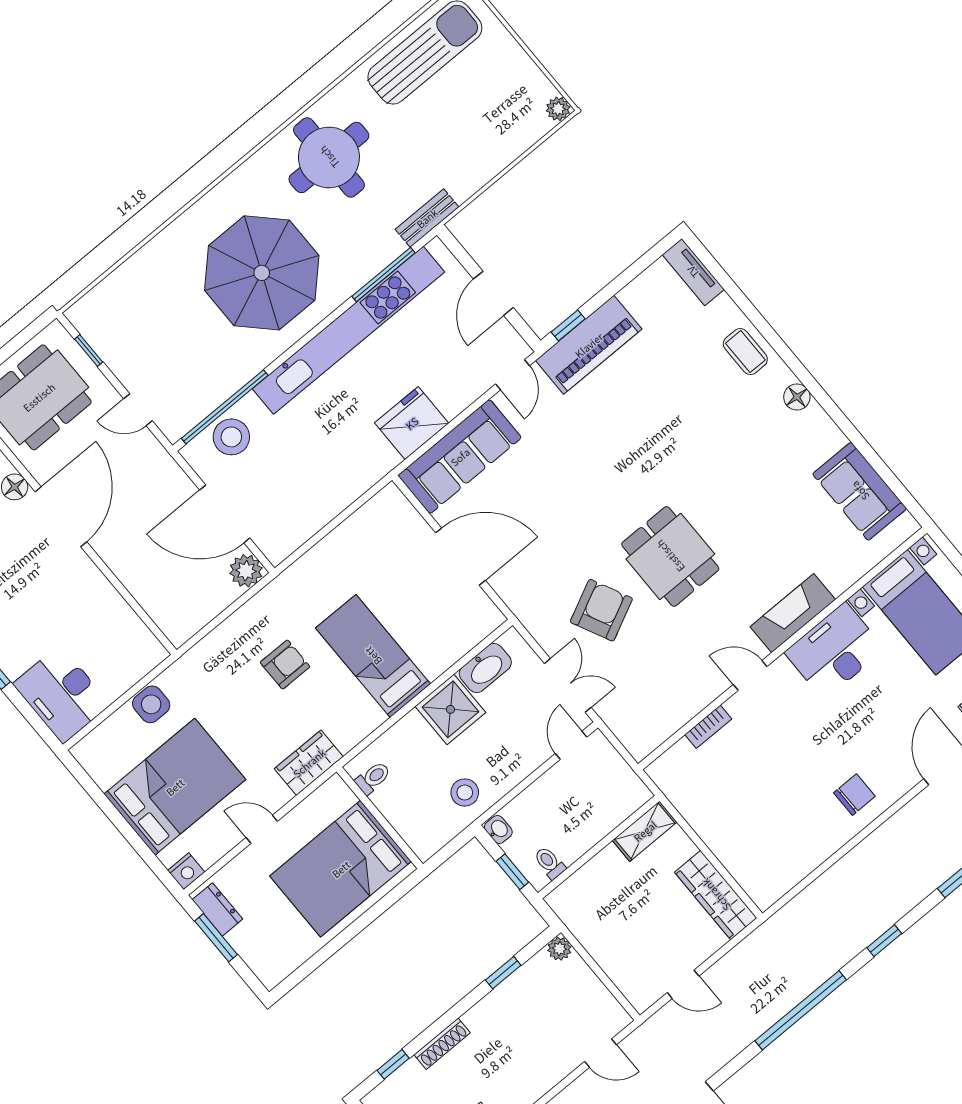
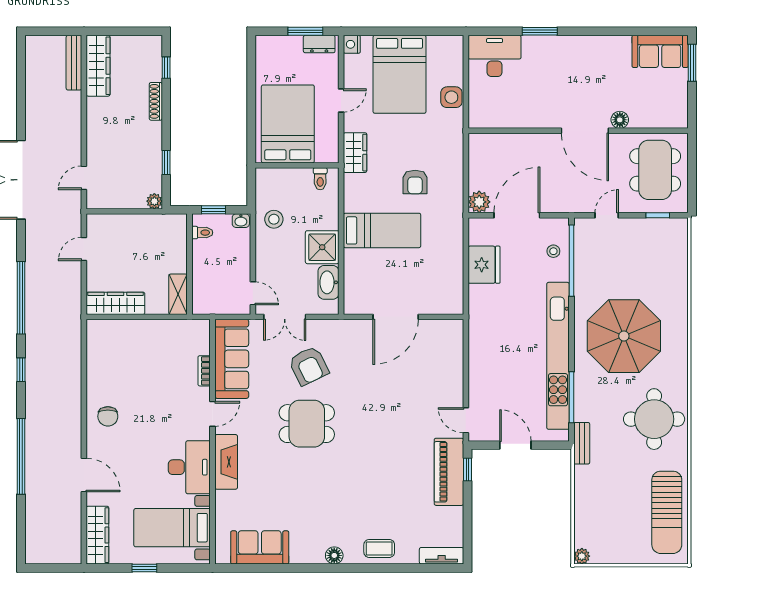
fridge: (412, 423) -> (484, 265), moved
stool: (231, 437) -> (553, 251), width x0.53, depth x0.53
sofa: (460, 457) -> (232, 359), moved, turned 180

